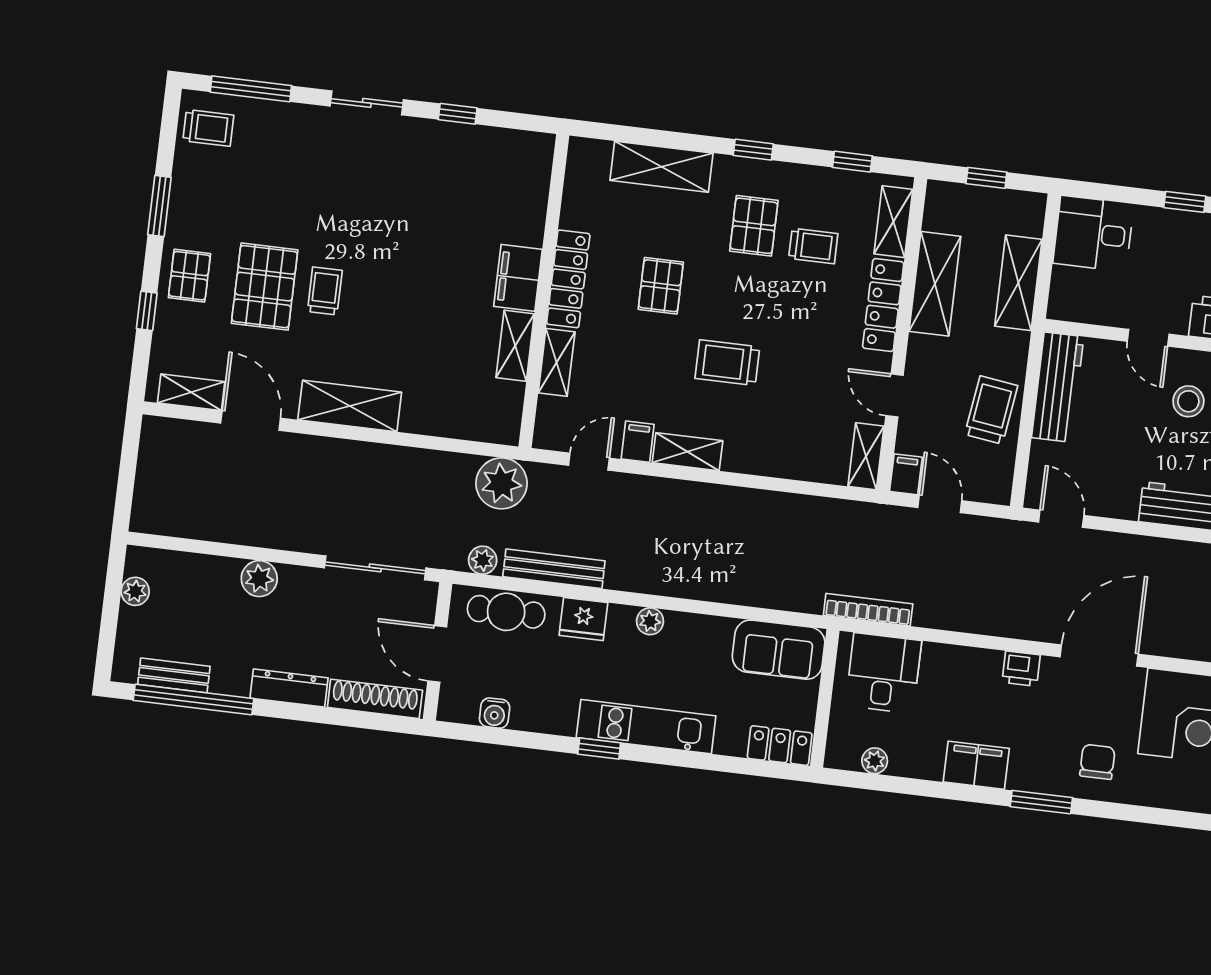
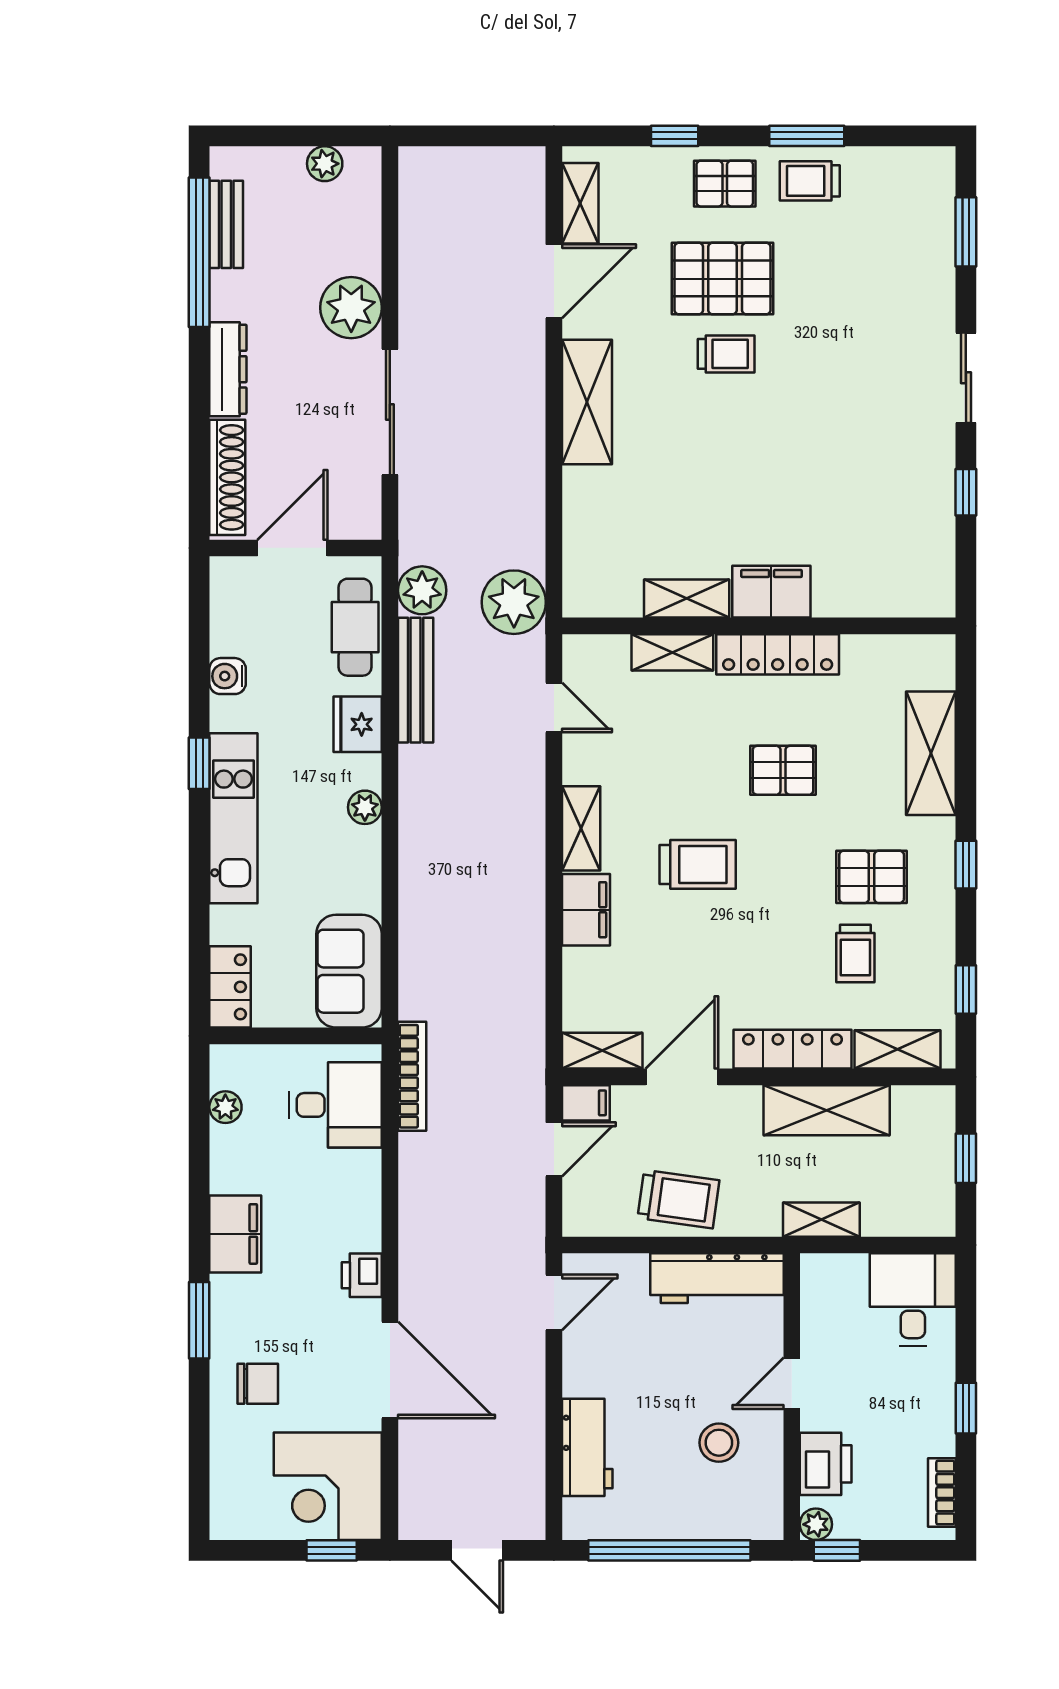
window: (251, 89) -> (966, 232), width x0.69
trolley: (208, 128) -> (810, 181), moved, turned 90
shelving: (1018, 283) -> (821, 1220), width x0.67, depth x0.75
trolley: (727, 363) -> (698, 864), turned 90
door: (894, 395) -> (682, 1077), width x1.38
filing cabinet: (638, 442) -> (586, 910), moved, width x2.00
plant: (483, 560) -> (422, 590), width x1.38, depth x1.38
sliding door: (375, 568) -> (390, 412), moved
plant: (259, 579) -> (351, 308), width x1.36, depth x1.36
water cooler: (495, 713) -> (228, 676), moved

